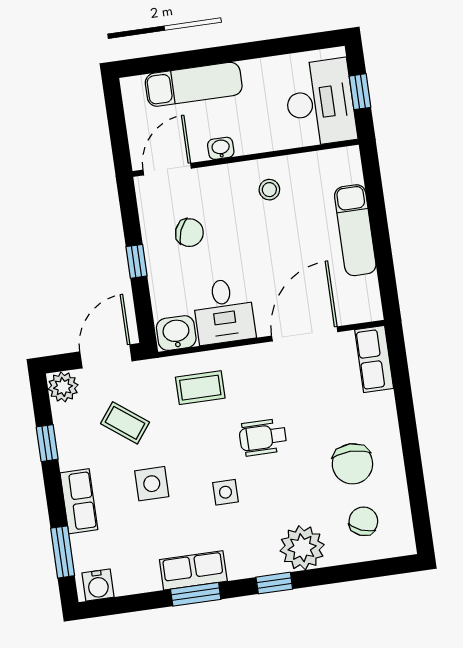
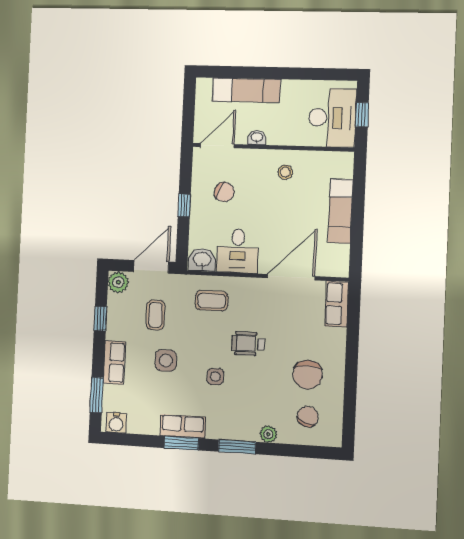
coffee table: (125, 423) -> (155, 315), turned 53
plant: (302, 548) -> (268, 434), width x0.53, depth x0.53
window: (274, 583) -> (237, 447), width x1.50

